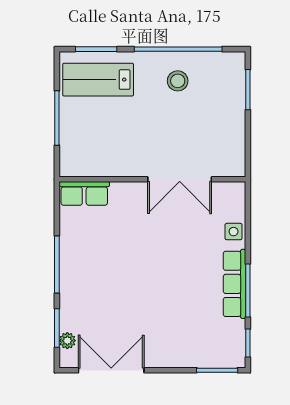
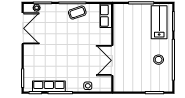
coffee table: (77, 254) -> (77, 13), added
row of seats: (234, 284) -> (49, 86), moved

